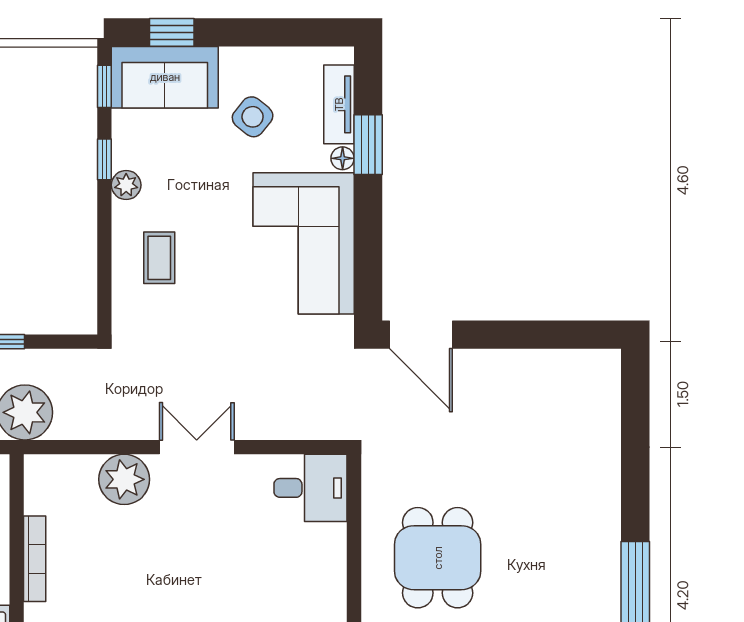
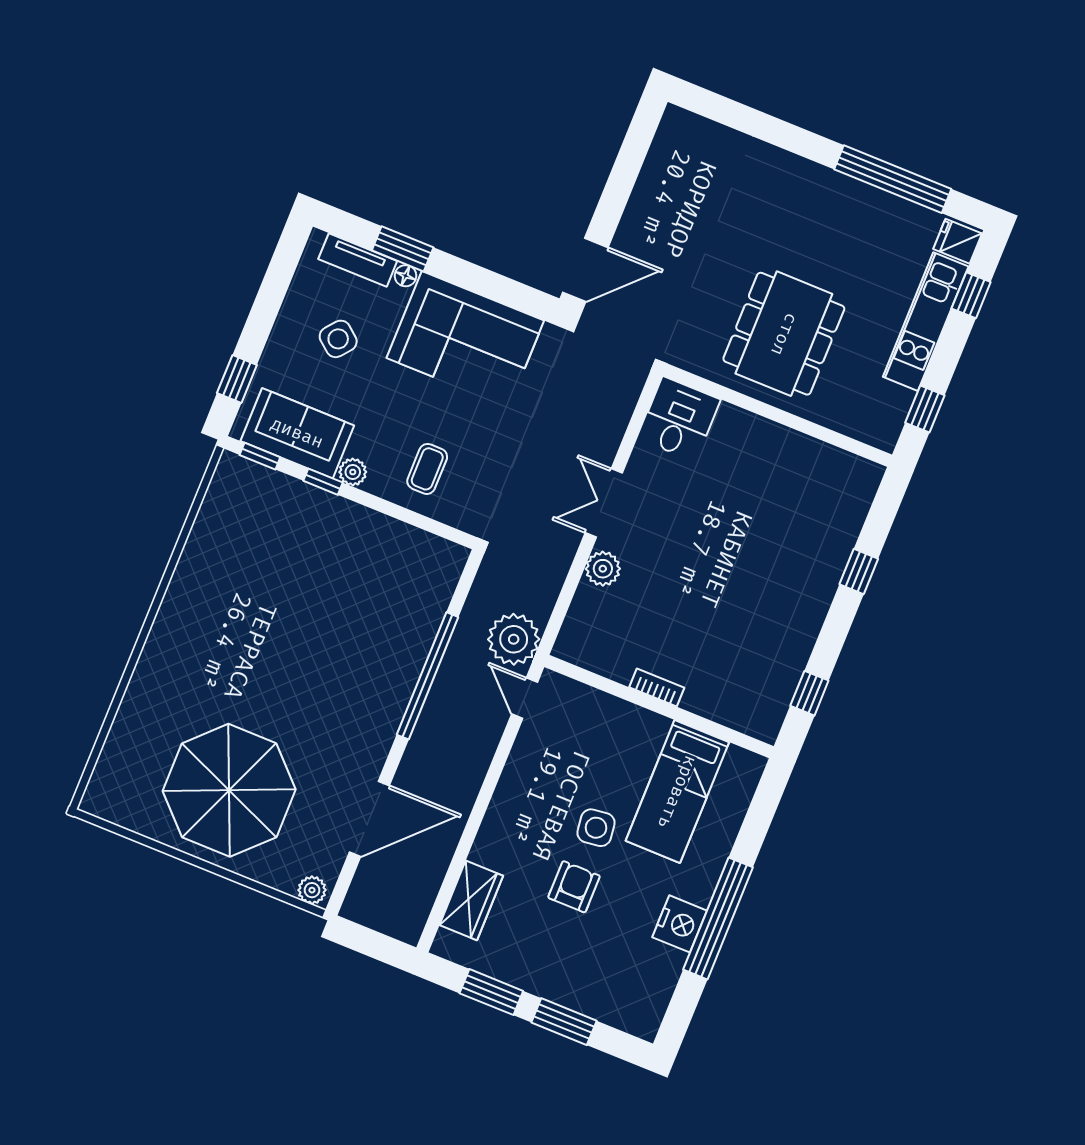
sofa: (165, 77) -> (297, 433), moved, turned -90
coffee table: (159, 258) -> (427, 469), turned 90
plant: (124, 479) -> (603, 569), width x0.73, depth x0.73
dining table: (438, 558) -> (784, 334), width x1.37
bookcase: (35, 559) -> (657, 688), width x0.64

